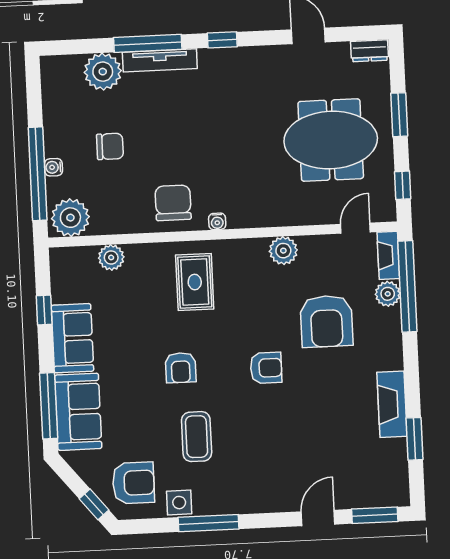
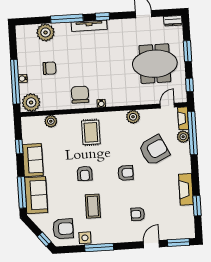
tv unit: (160, 60) -> (89, 26), moved
armchair: (327, 321) -> (154, 150), turned -116
armchair: (290, 455) -> (138, 214), added

